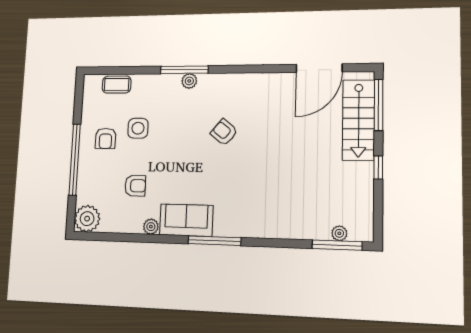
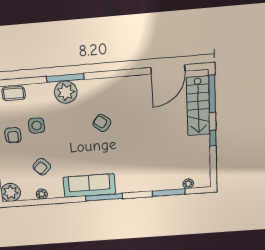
plant: (189, 81) -> (66, 92), width x1.87, depth x1.87
armchair: (135, 186) -> (42, 167), turned 136
sofa: (186, 220) -> (89, 186), width x1.36
plant: (151, 227) -> (42, 194), moved
window: (337, 245) -> (169, 193), moved

